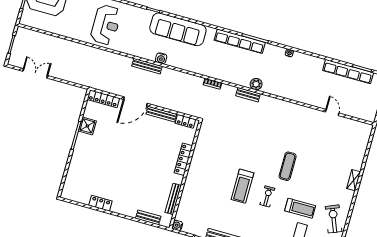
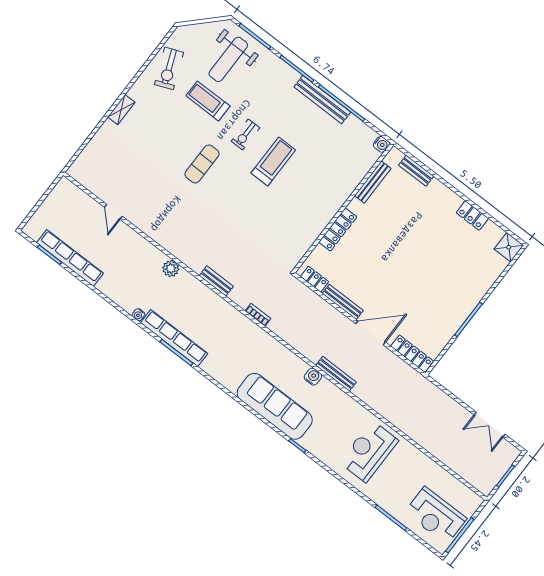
row of seats: (240, 41) -> (174, 338), moved
plant: (256, 84) -> (171, 269), moved
shower: (87, 126) -> (509, 247), moved

